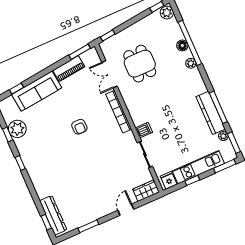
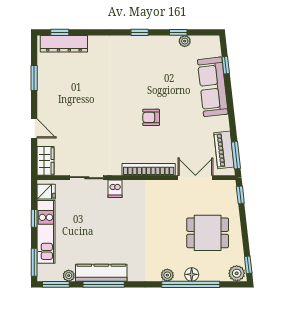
dining table: (140, 64) -> (208, 233), moved
piano: (69, 69) -> (224, 150), moved
plant: (17, 129) -> (185, 41), width x0.53, depth x0.53

